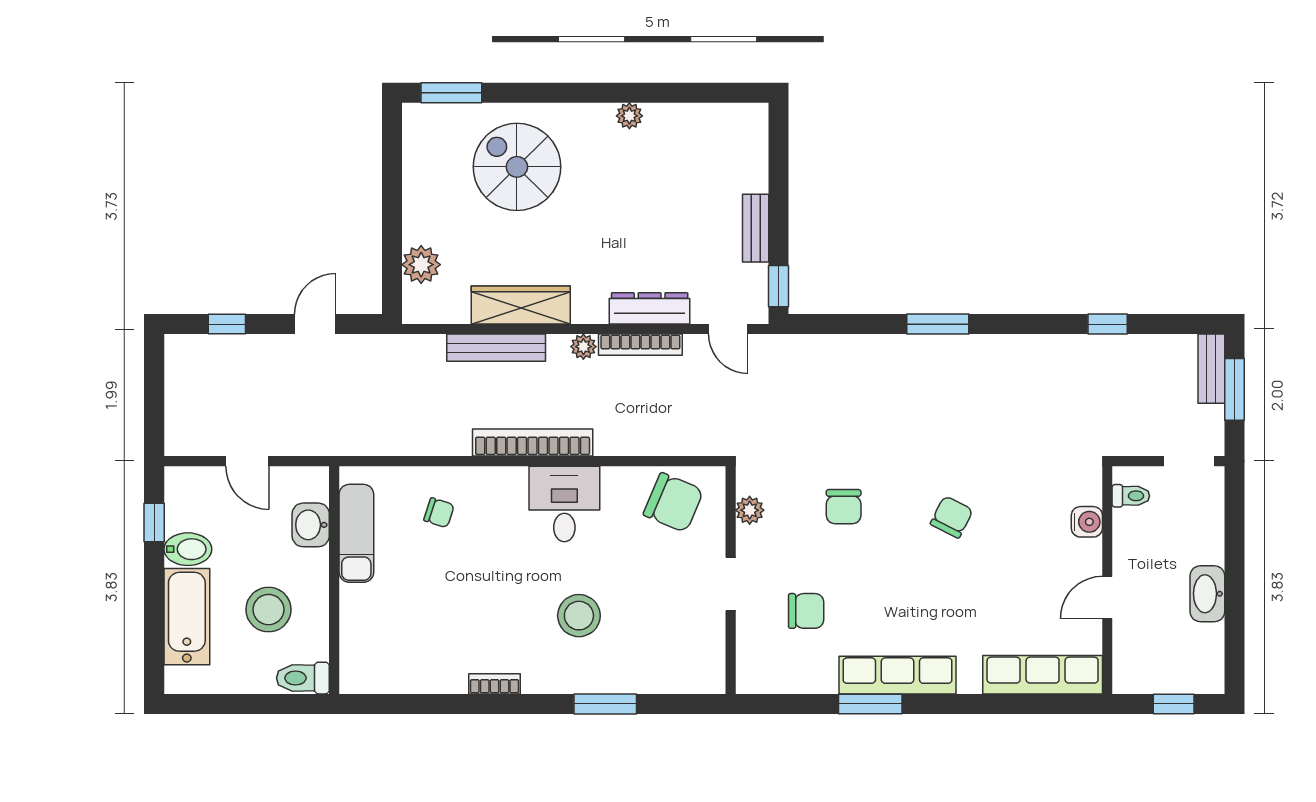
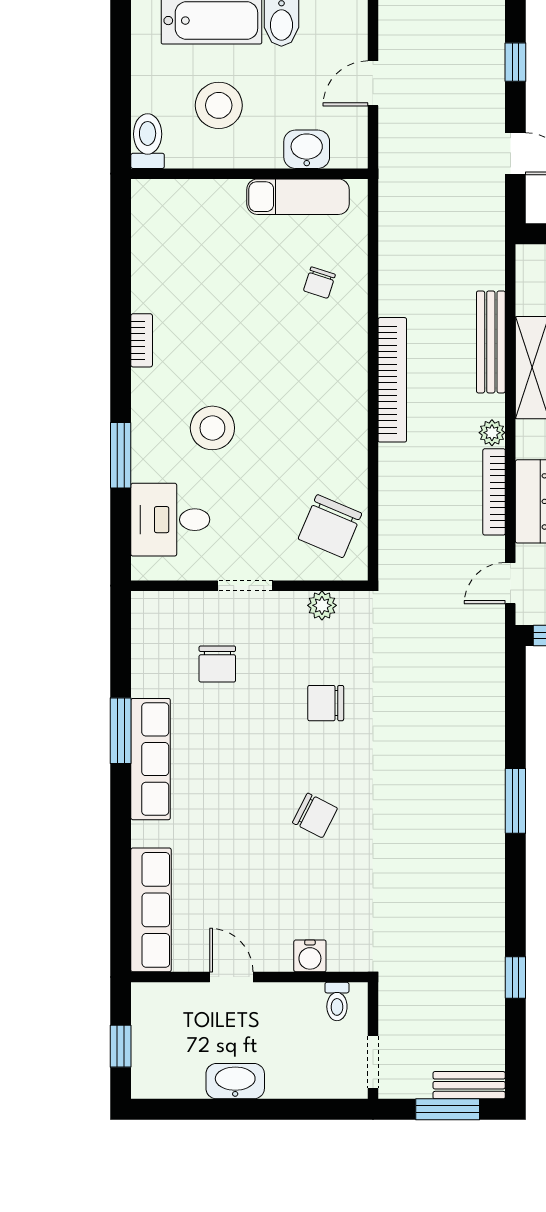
desk: (564, 504) -> (170, 520), moved, turned 180

